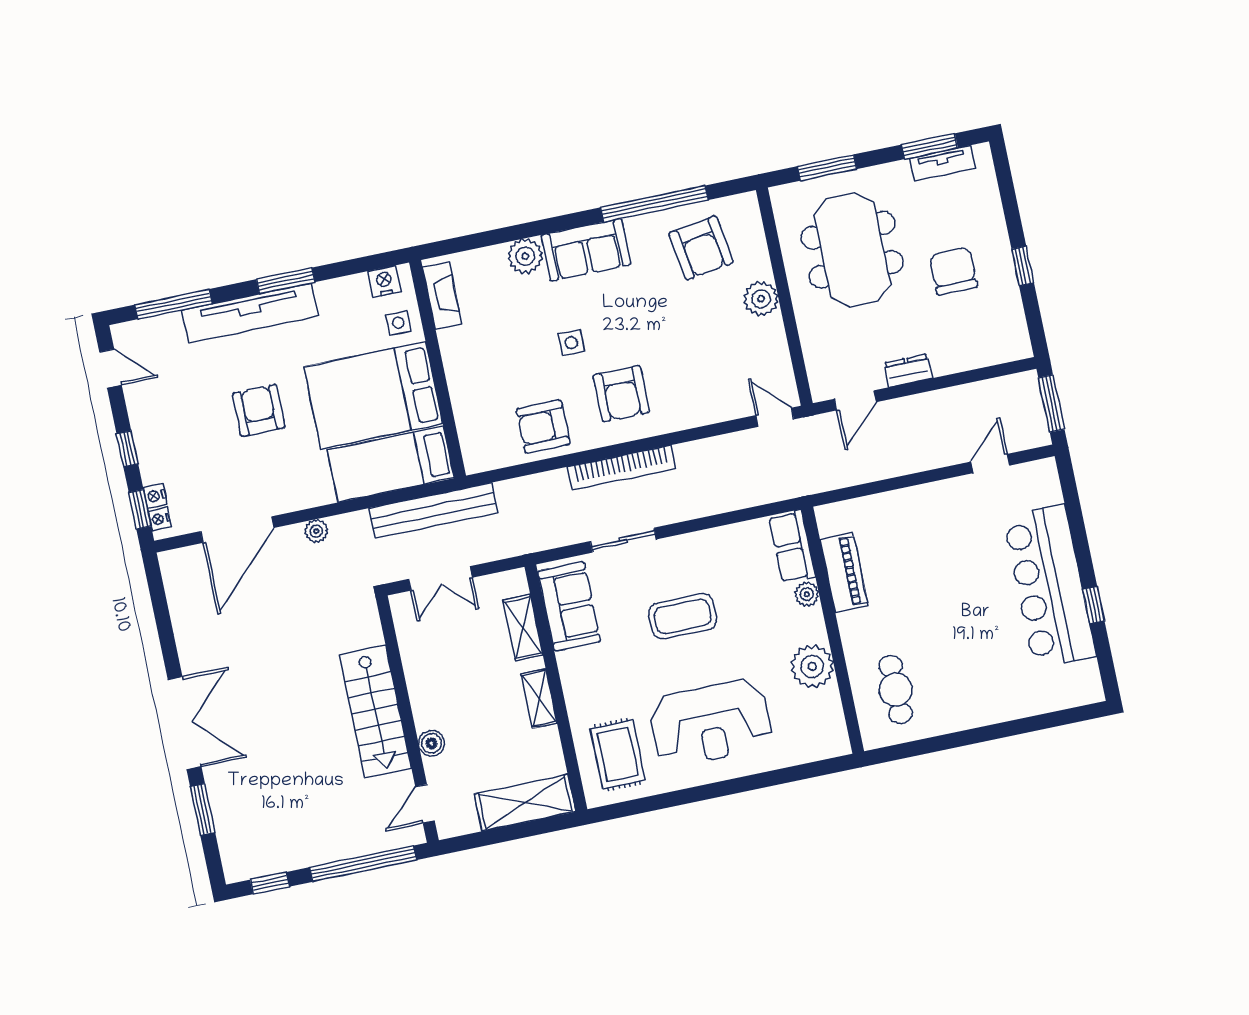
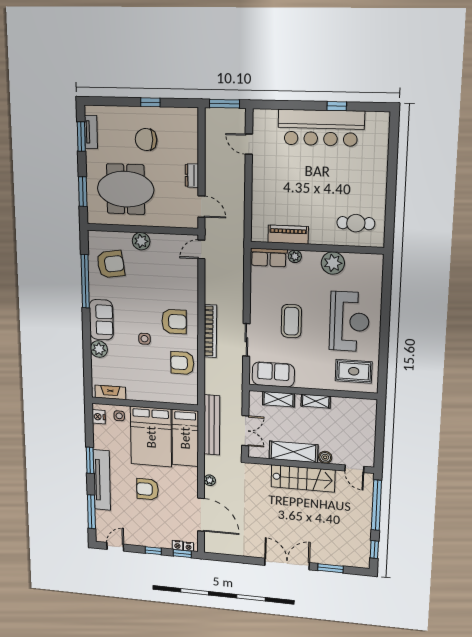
armchair: (543, 427) -> (182, 363), turned 90
shelving: (525, 803) -> (293, 452), moved, turned 90

